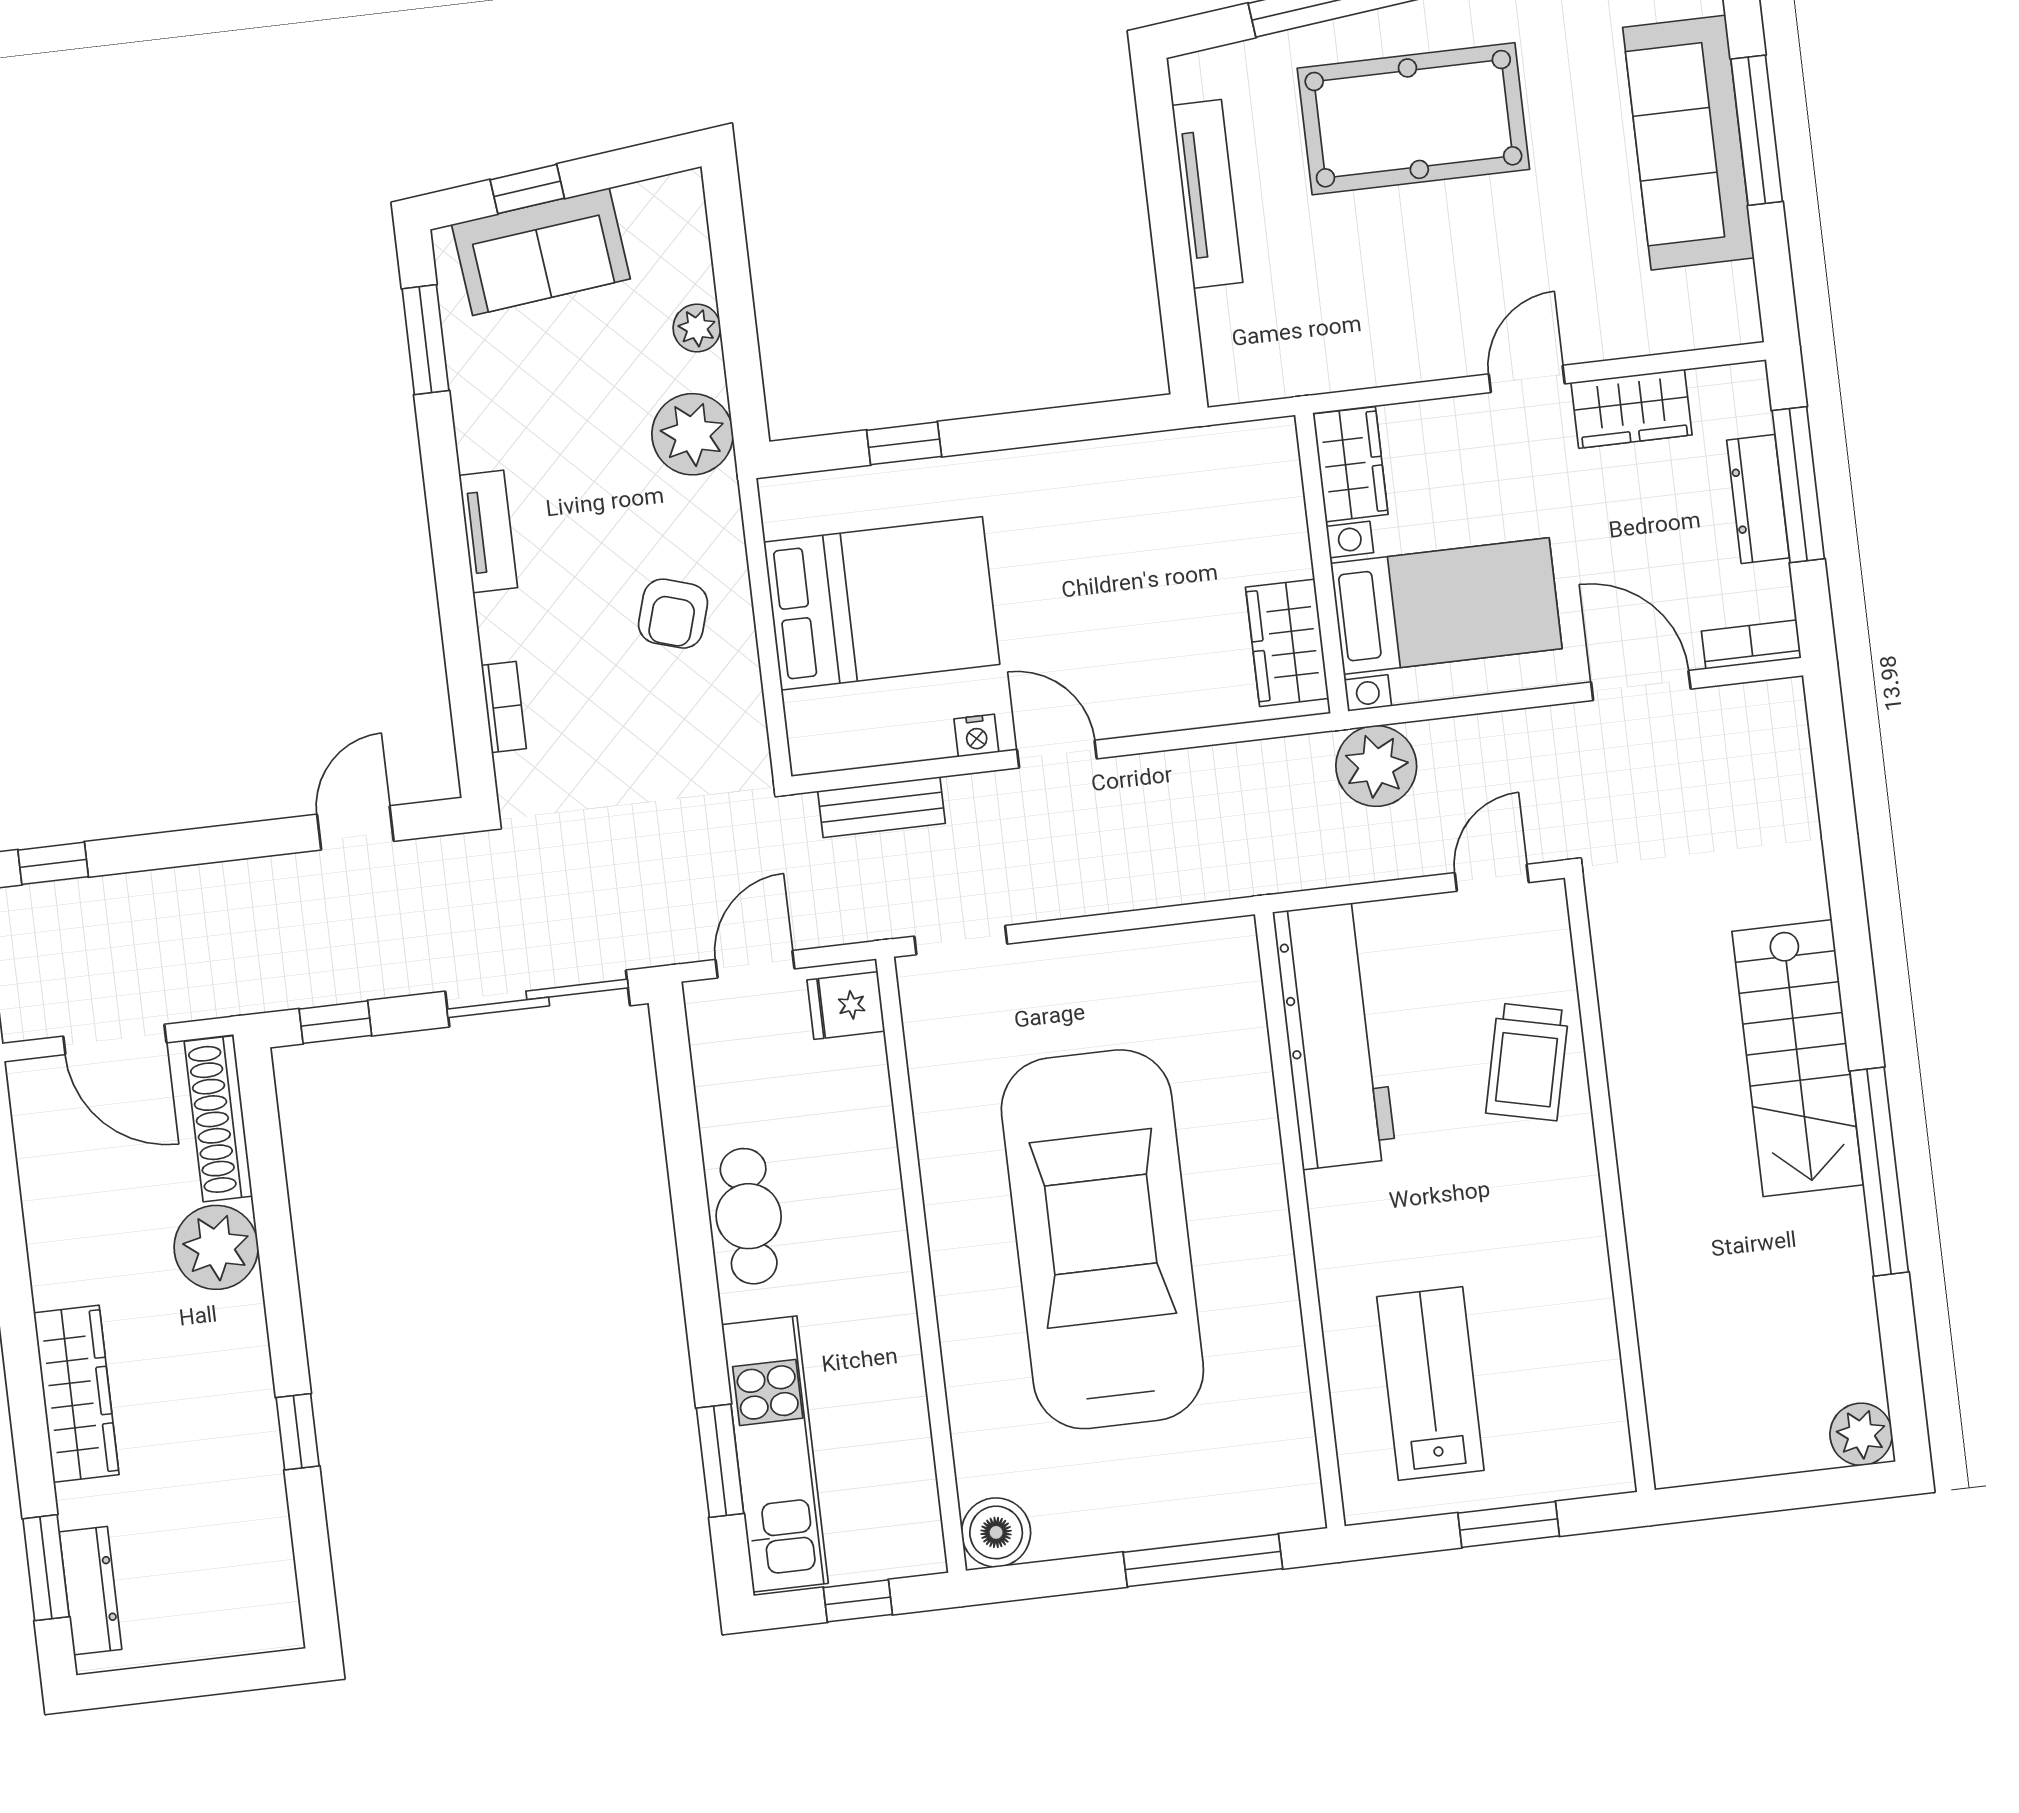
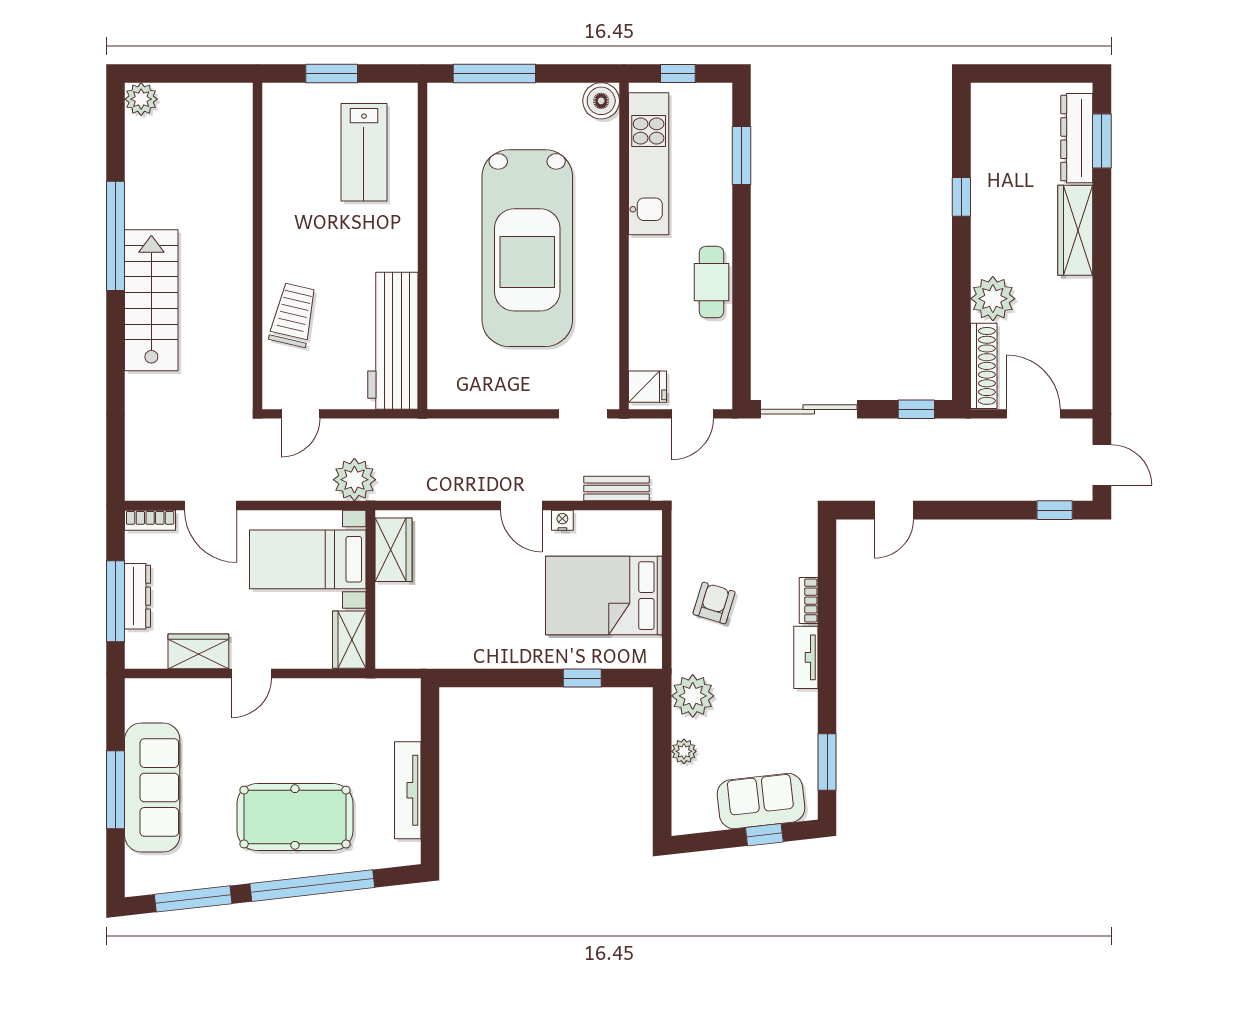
bookcase: (504, 707) -> (809, 601), moved
kitchen unit: (775, 1454) -> (649, 164), moved, turned 180
dresser: (91, 1591) -> (1077, 138), width x1.37, depth x1.24

